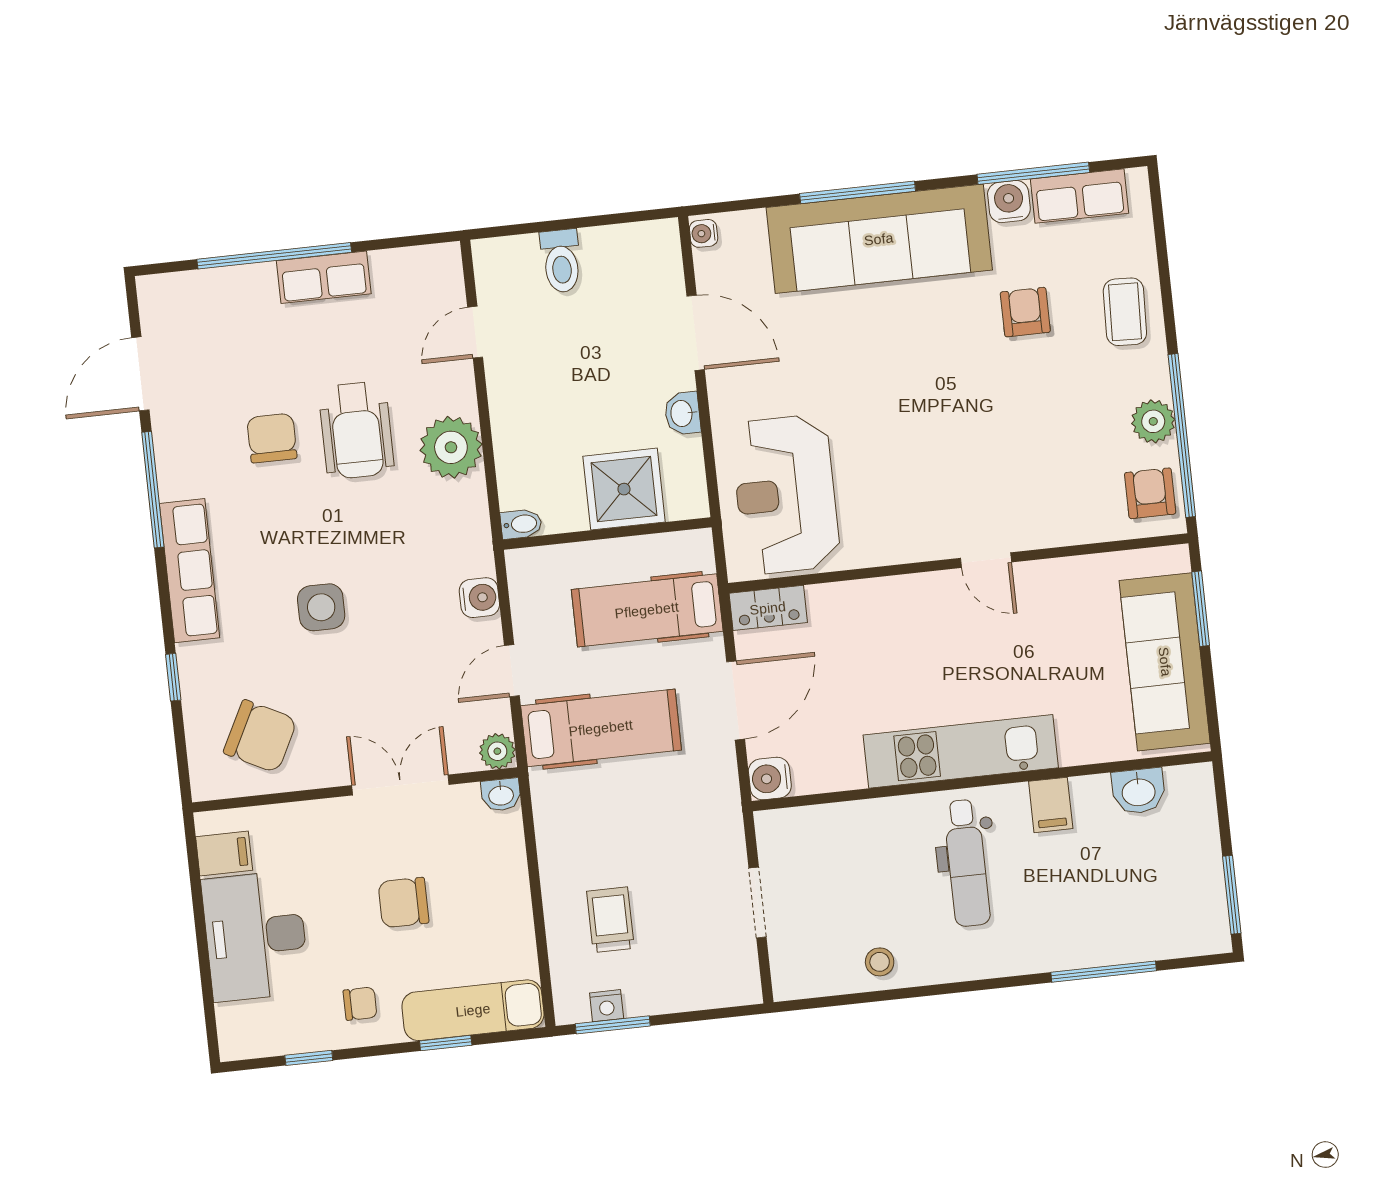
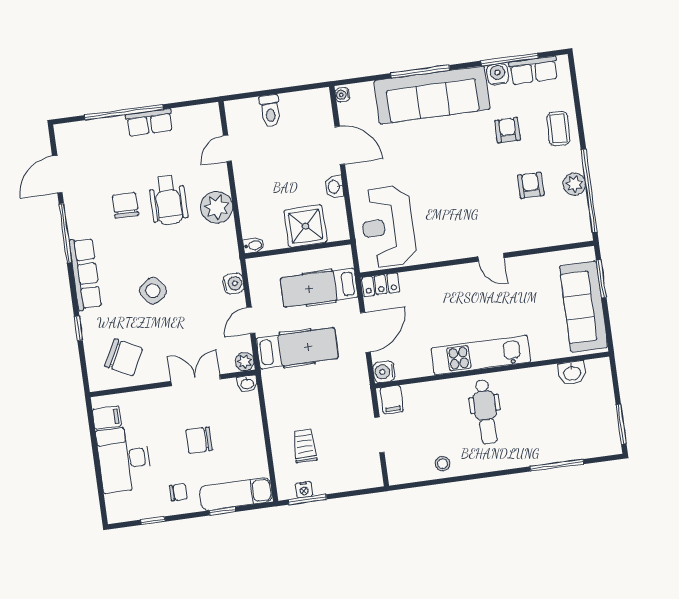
armchair: (1150, 493) -> (531, 185), moved
side table: (321, 607) -> (153, 291), turned -35
filing cabinet: (1051, 805) -> (392, 400), moved

